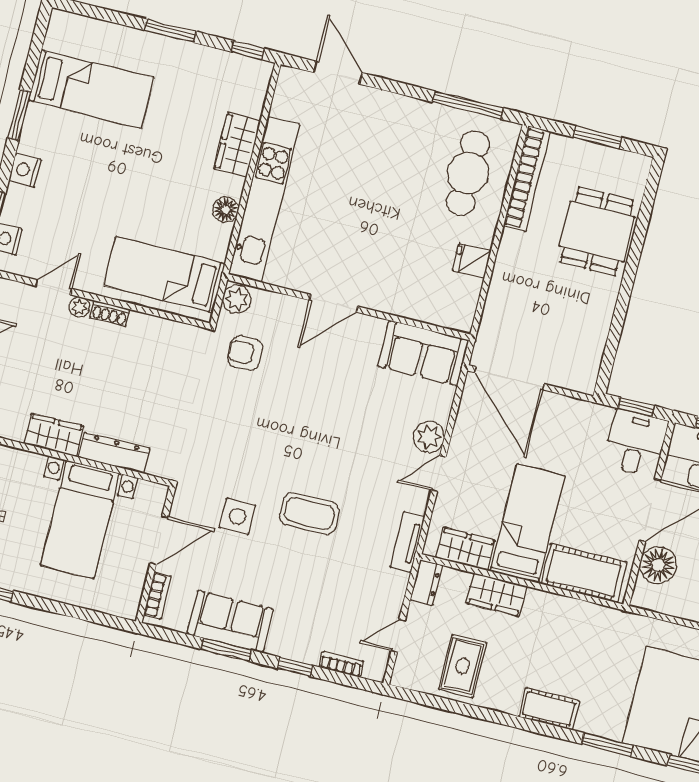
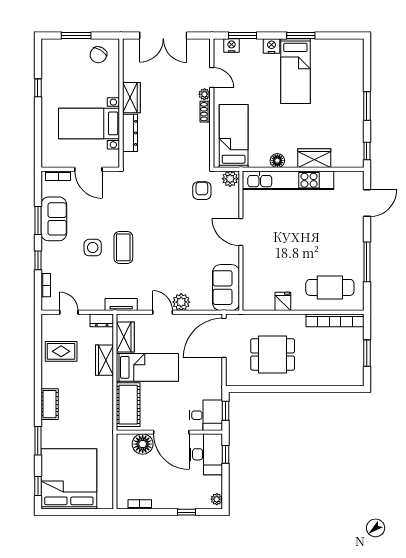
bed: (91, 89) -> (295, 71), moved
window: (468, 105) -> (367, 262), moved
dining table: (597, 231) -> (273, 354), moved
side table: (237, 516) -> (93, 248), moved

